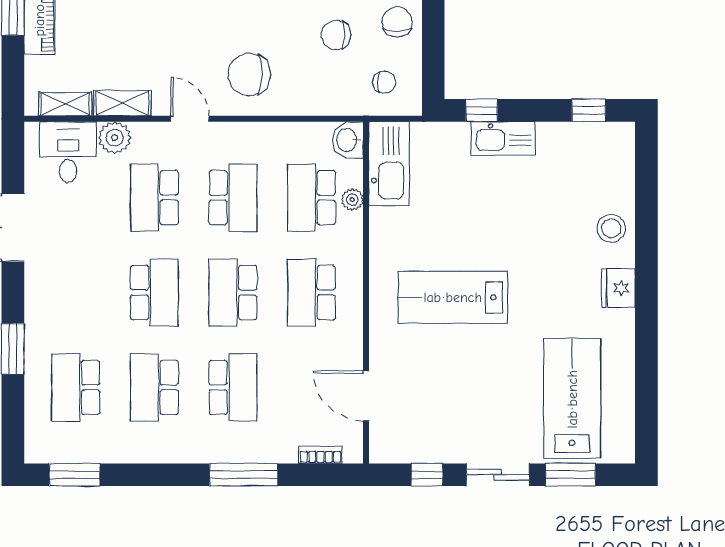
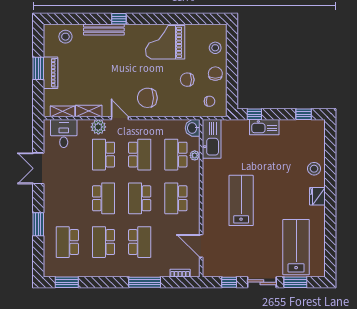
plant: (115, 138) -> (98, 127), moved
lab bench: (453, 297) -> (241, 200), turned 90

